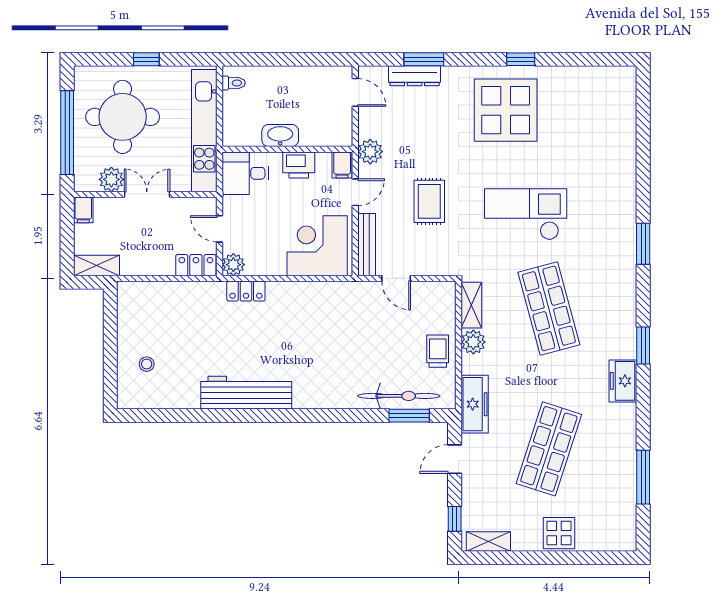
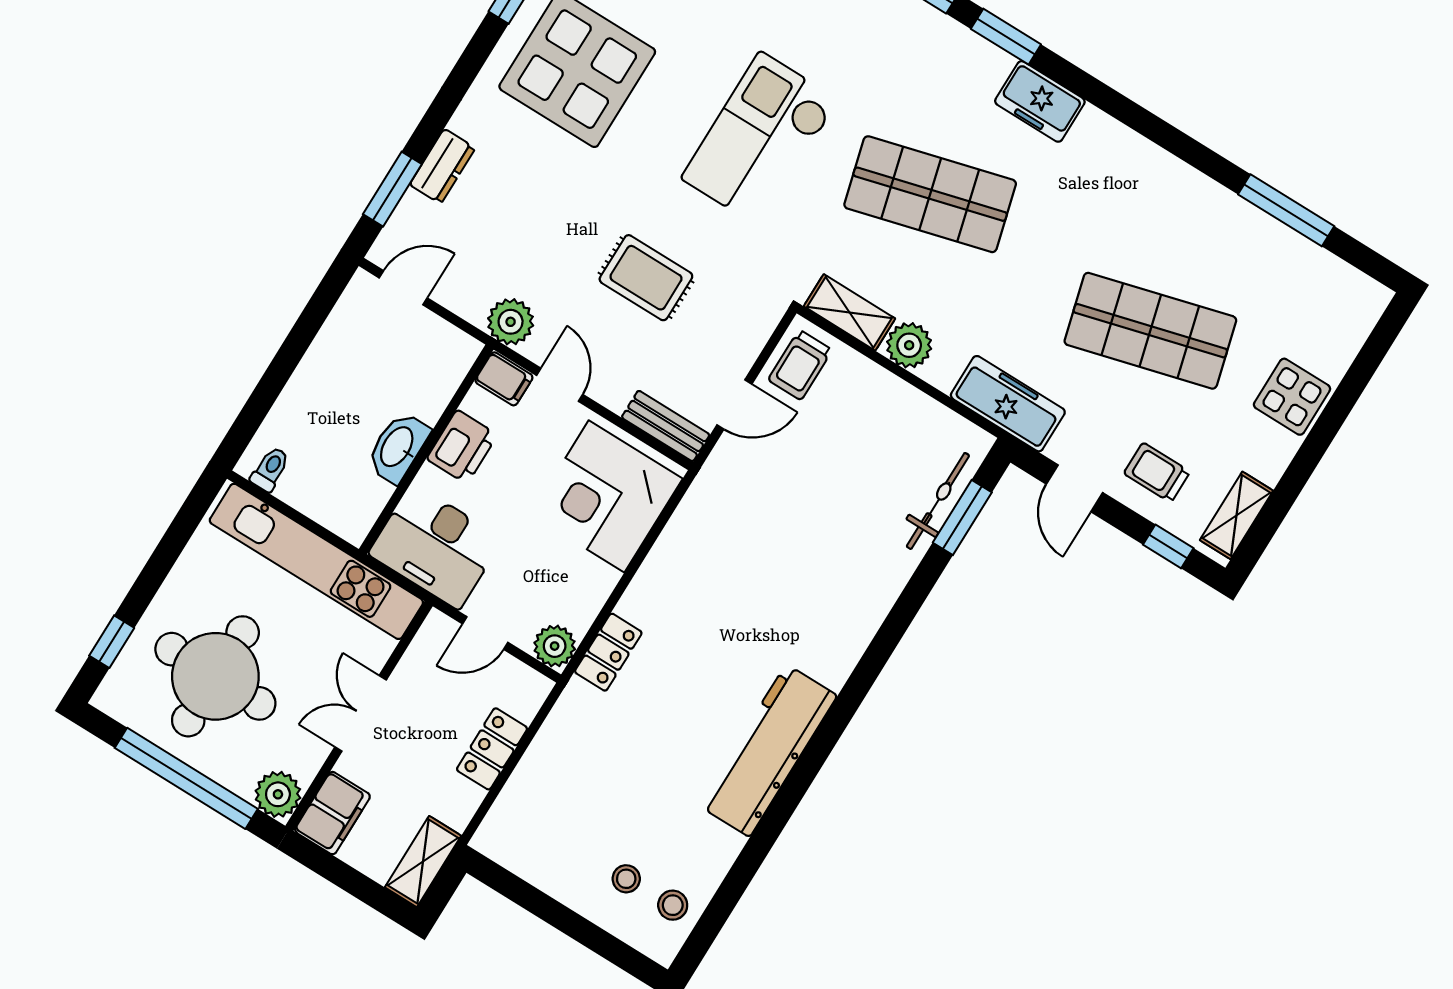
window: (146, 59) -> (112, 642), moved
window: (424, 59) -> (392, 189), moved
dresser: (415, 76) -> (442, 166), width x0.70
desk: (245, 173) -> (436, 546), width x1.37
plant: (111, 179) -> (278, 794), moved
filing cabinet: (83, 210) -> (332, 813), width x2.00
bench: (367, 245) -> (666, 426), width x0.73
locker: (196, 265) -> (492, 749), moved
window: (643, 345) -> (1006, 37), moved
trolley: (438, 351) -> (800, 365), moved, turned -90
freezer: (623, 381) -> (1040, 101), moved
stool: (148, 393) -> (673, 905), added
bicycle: (399, 396) -> (938, 501), width x0.73, depth x0.71
shop shelf: (549, 449) -> (1150, 331), turned -33
trolley: (485, 492) -> (1157, 473), added

